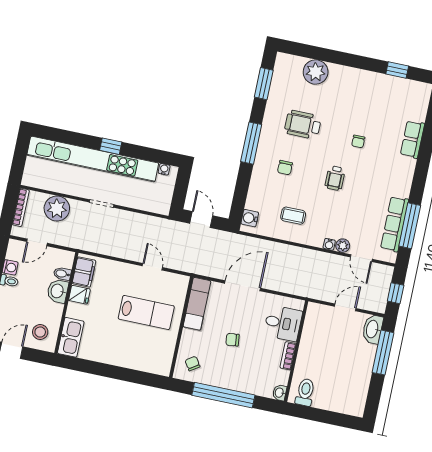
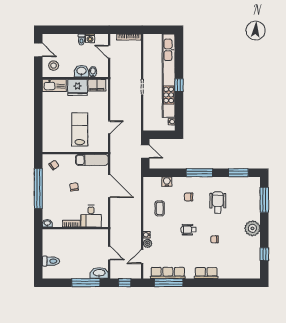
window: (314, 52) -> (264, 200), added
plant: (316, 72) -> (252, 228), moved
row of seats: (412, 139) -> (206, 273), moved
plant: (57, 209) -> (133, 60), removed
water cooler: (250, 218) -> (167, 182), moved
door: (201, 219) -> (145, 151), hinge flipped
fridge: (79, 295) -> (78, 87), width x1.88, depth x1.34
lab bench: (146, 312) -> (80, 129), turned 180
toilet: (305, 392) -> (51, 261), moved

